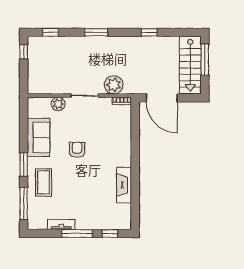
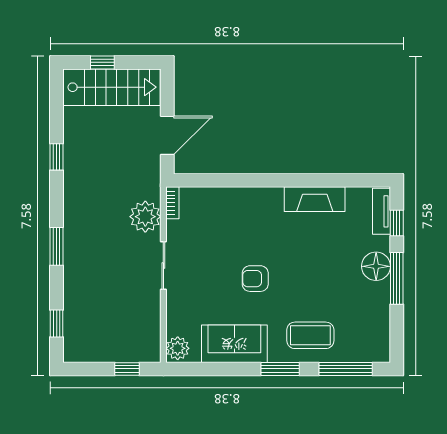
window: (24, 52) -> (127, 369), moved
window: (205, 59) -> (102, 62), width x0.46
door: (162, 98) -> (167, 135), width x0.73
plant: (58, 104) -> (178, 348), moved
floor lamp: (84, 221) -> (376, 266), added
tv unit: (61, 225) -> (382, 211), moved

